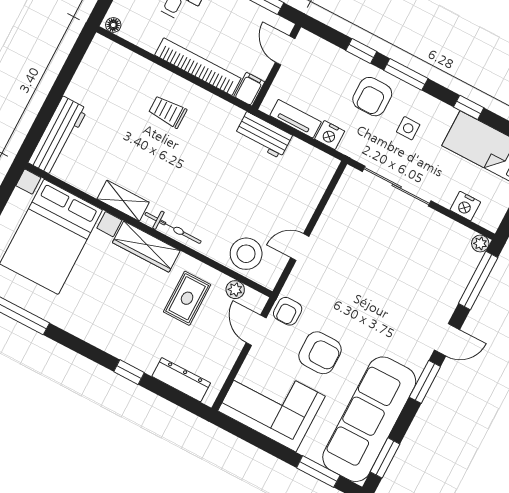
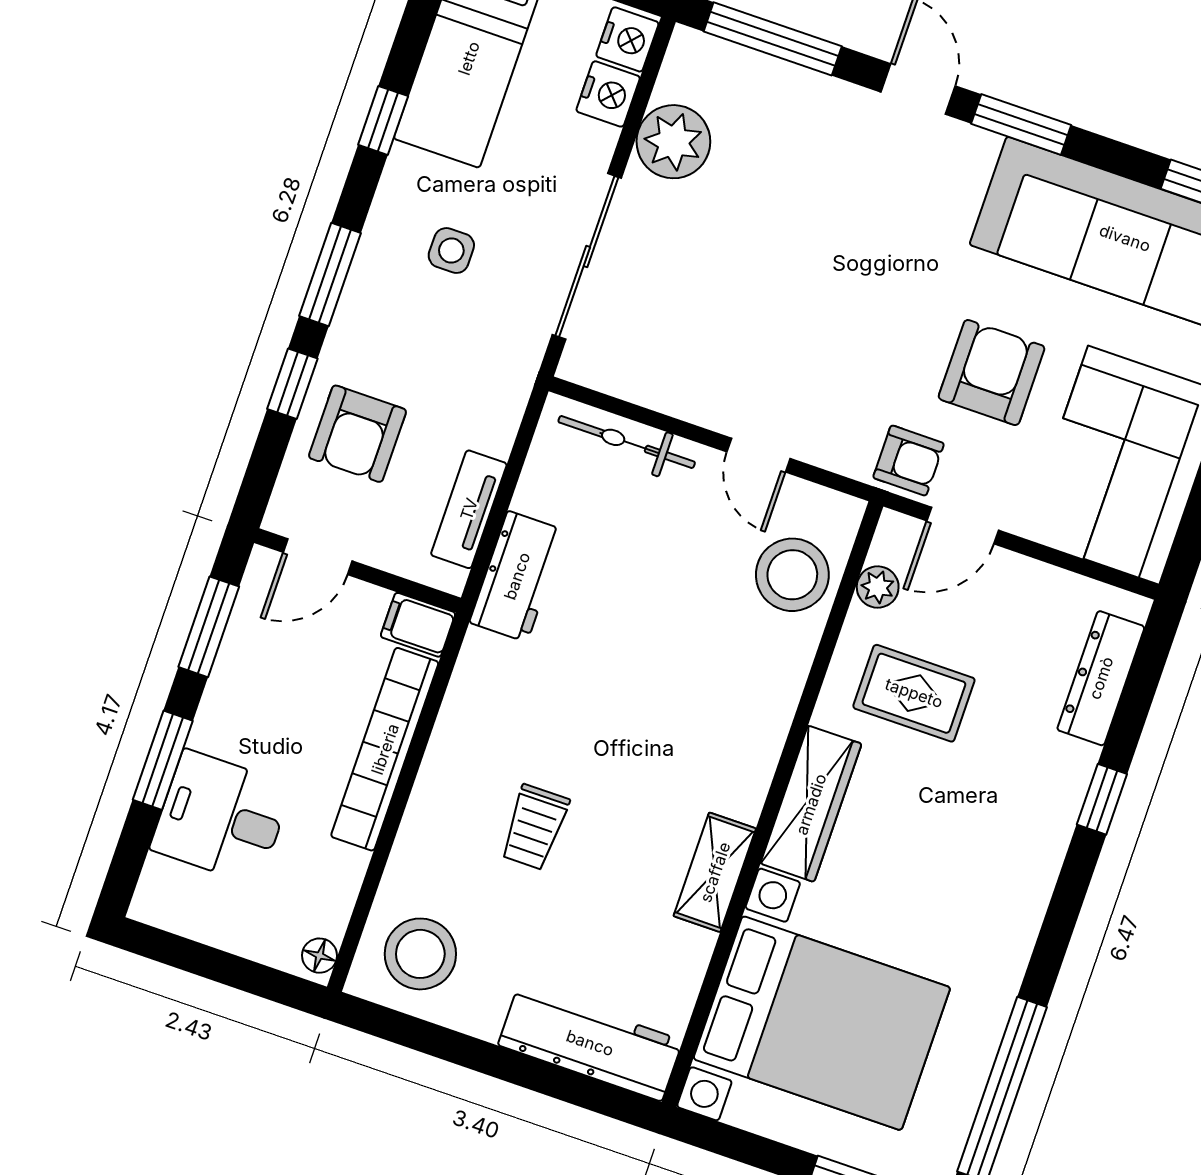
stool: (107, 69) -> (420, 954), added
armchair: (372, 97) -> (357, 434), moved, turned 90
trolley: (168, 112) -> (535, 827), moved
nightstand: (330, 135) -> (627, 39), moved
bicycle: (173, 228) -> (627, 442), moved, turned -90
plant: (480, 243) -> (673, 142), moved, width x1.88, depth x1.88

